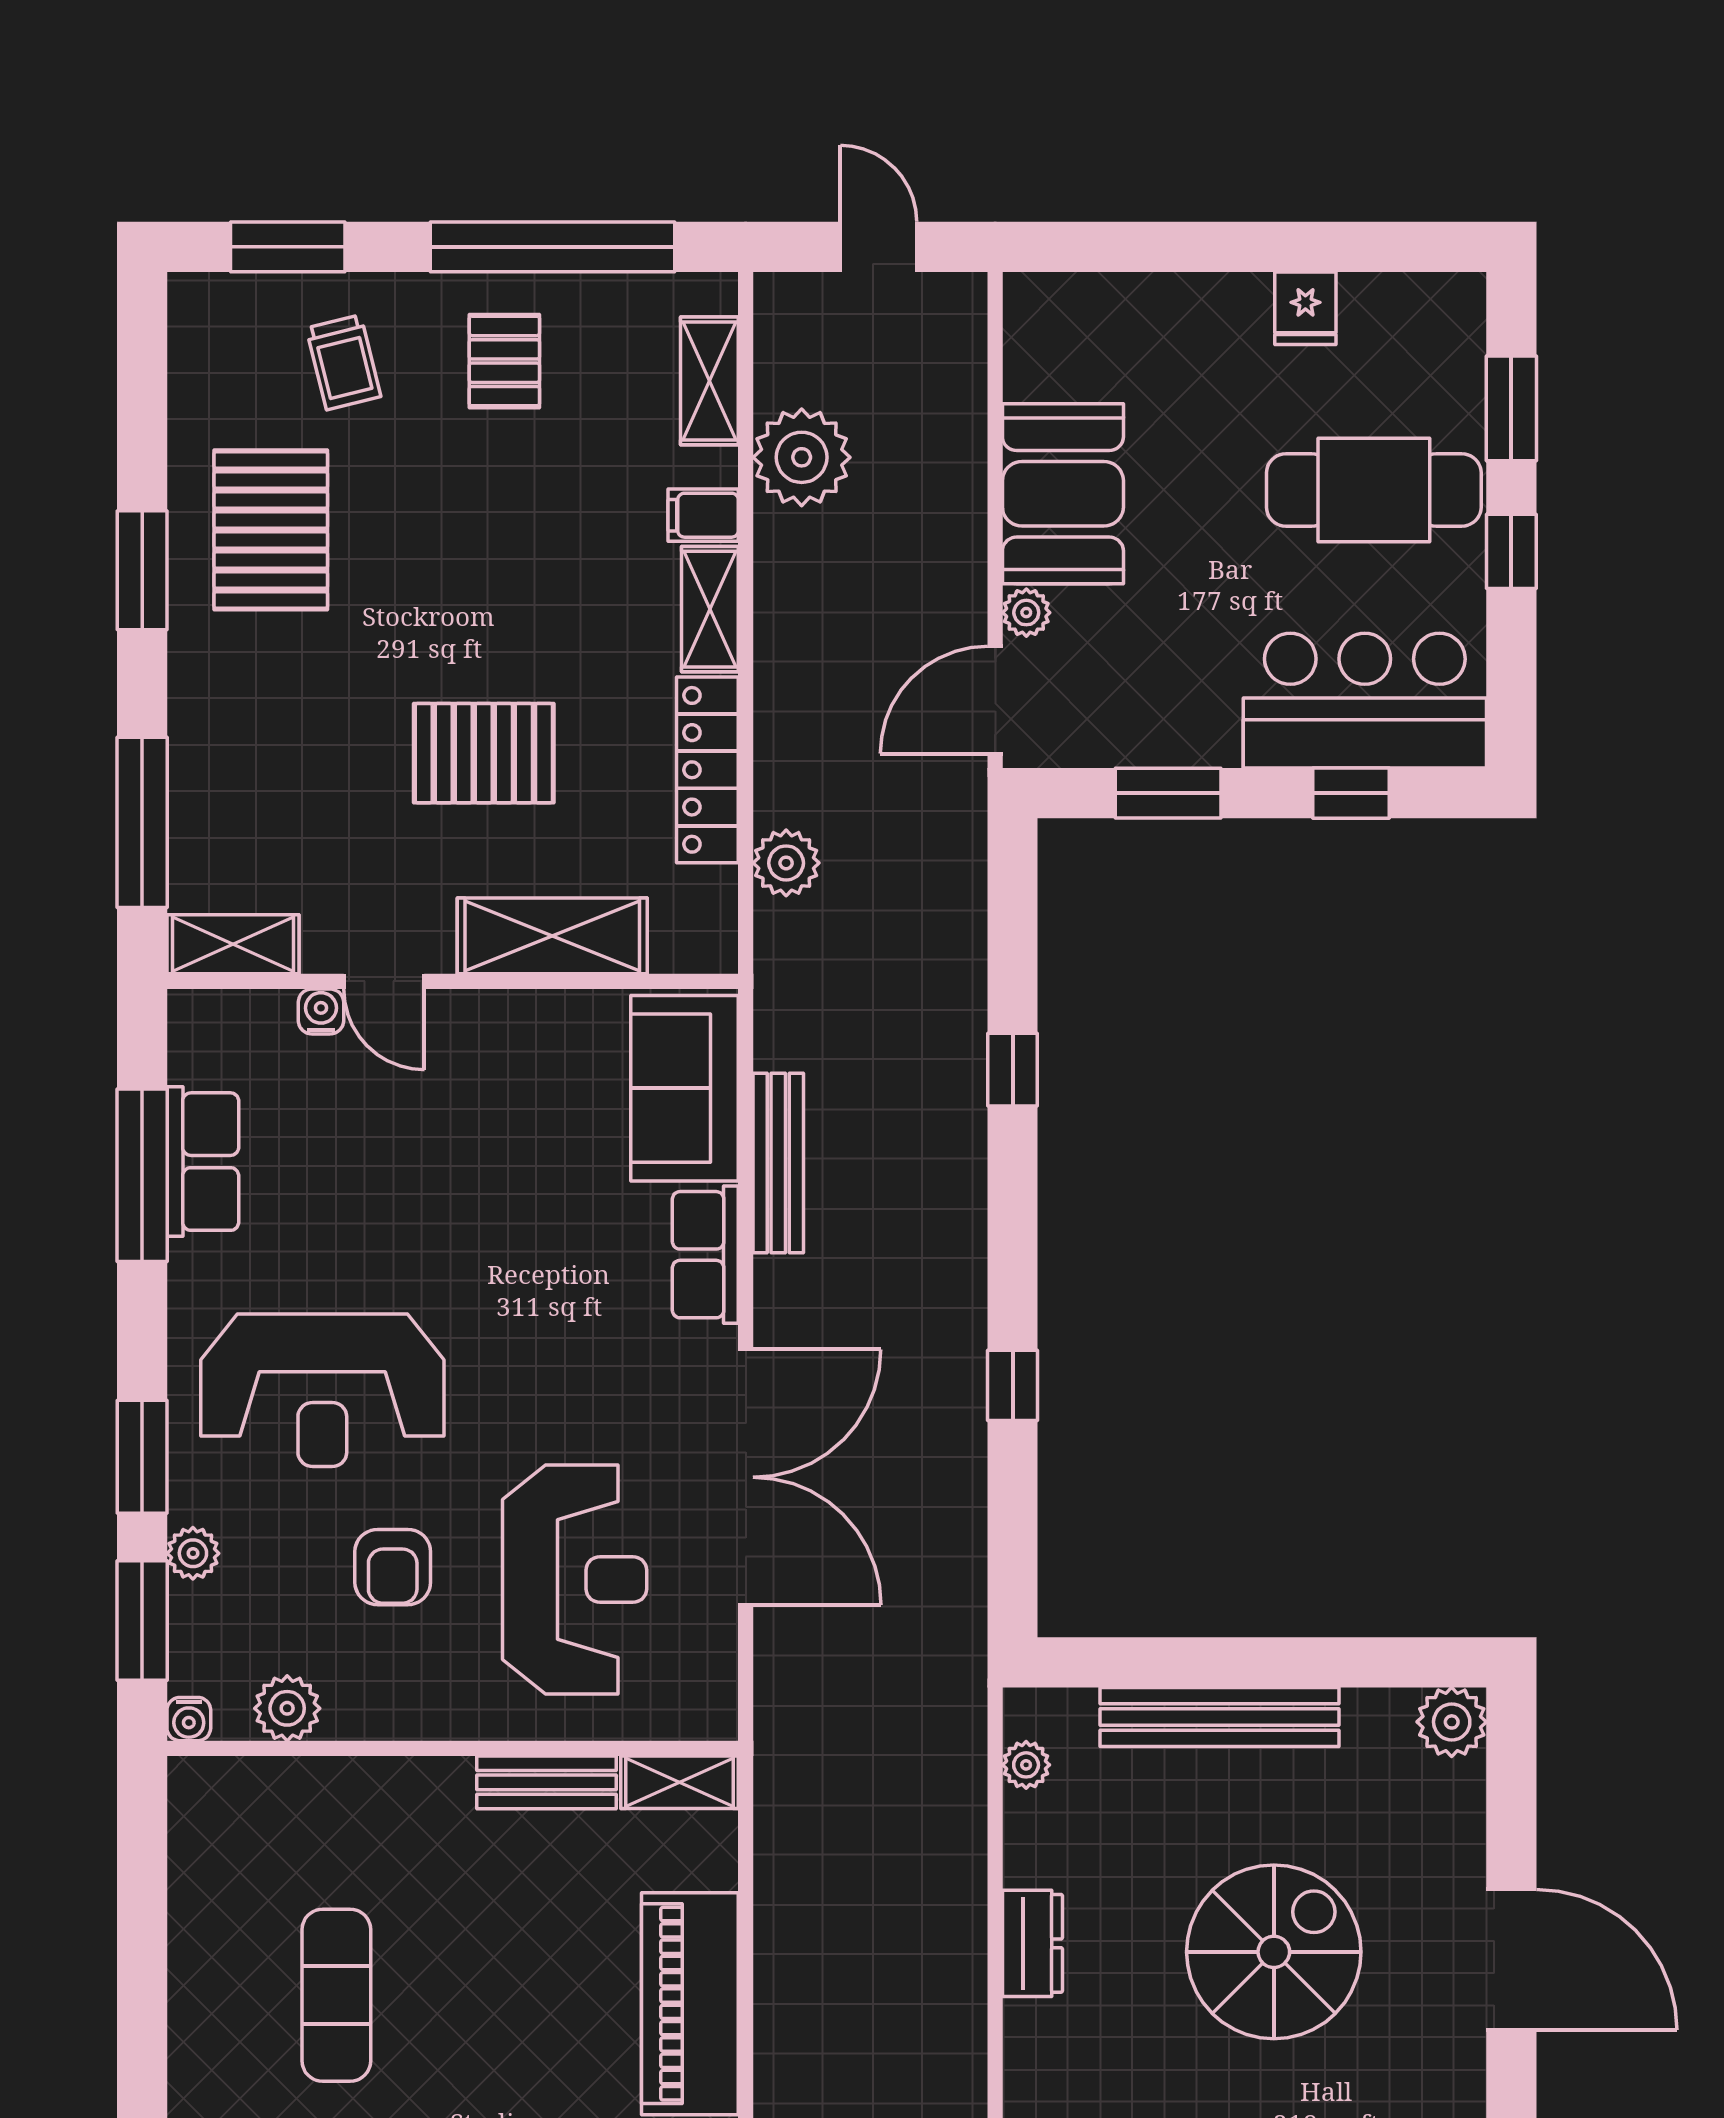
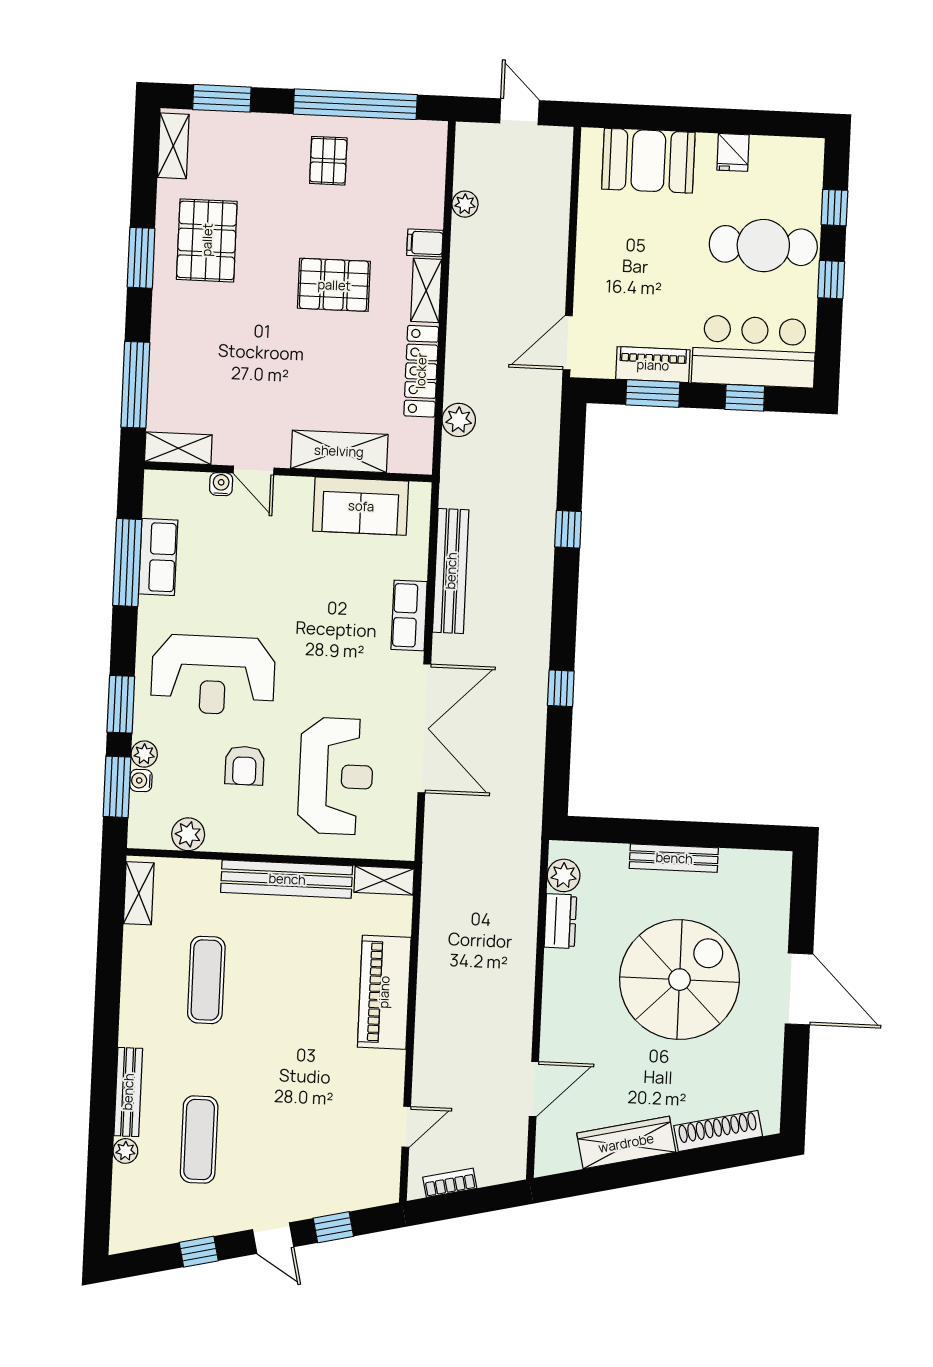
trolley: (343, 362) -> (247, 158), removed
shelving: (709, 381) -> (173, 146), moved
window: (1511, 408) -> (834, 208), width x0.67
plant: (802, 457) -> (465, 204), width x0.53, depth x0.53
booth: (1063, 494) -> (648, 161), moved, turned 90
plant: (1026, 613) -> (585, 299), removed
piano: (1166, 736) -> (653, 365), added
pallet: (484, 753) -> (334, 285), moved
sofa: (684, 1088) -> (361, 506), moved, turned -90
bench: (778, 1163) -> (451, 571), width x1.37, depth x1.21
bench: (1220, 1717) -> (674, 858), width x0.73, depth x0.82
water cooler: (189, 1719) -> (141, 781), moved, turned 90
plant: (1452, 1722) -> (774, 868), removed
plant: (1026, 1765) -> (564, 875), width x1.38, depth x1.38
bench: (546, 1782) -> (287, 879), width x1.86, depth x1.21
shelving: (195, 1830) -> (139, 893), added
dresser: (1032, 1943) -> (560, 921), moved
spiral stairs: (1274, 1952) -> (679, 980), width x1.37, depth x1.37

